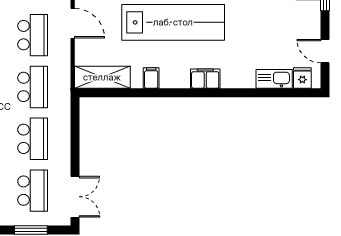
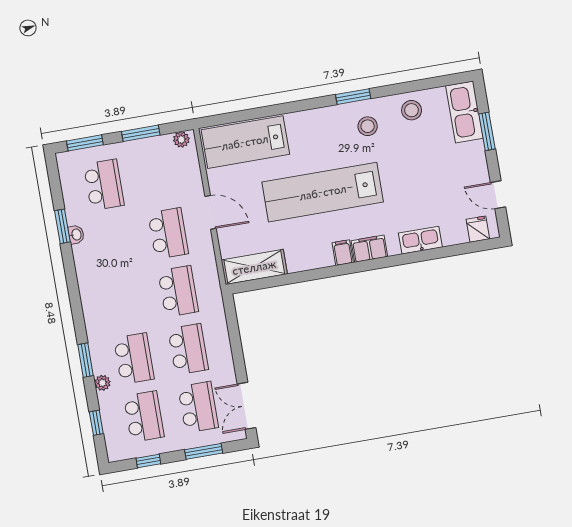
lab bench: (173, 22) -> (323, 192), turned 180
filing cabinet: (151, 78) -> (343, 253), moved
kitchen sink: (274, 79) -> (420, 240), moved
double door: (75, 197) -> (247, 406), swing flipped

